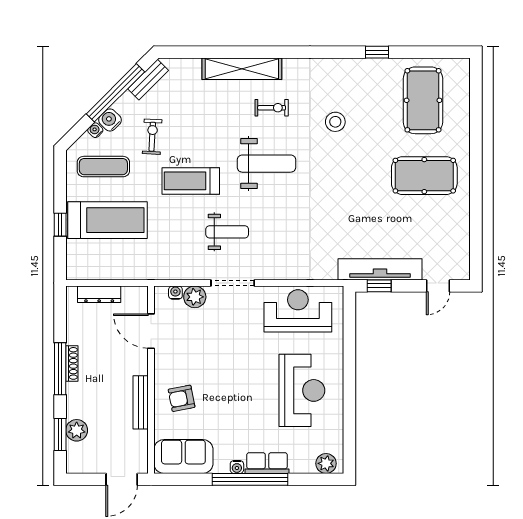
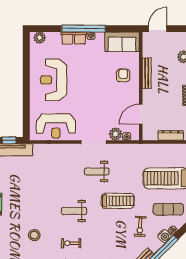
weight bench: (266, 164) -> (74, 211), width x0.73, depth x0.75
door: (151, 331) -> (141, 114), swing flipped
armchair: (182, 398) -> (123, 75), turned -79

